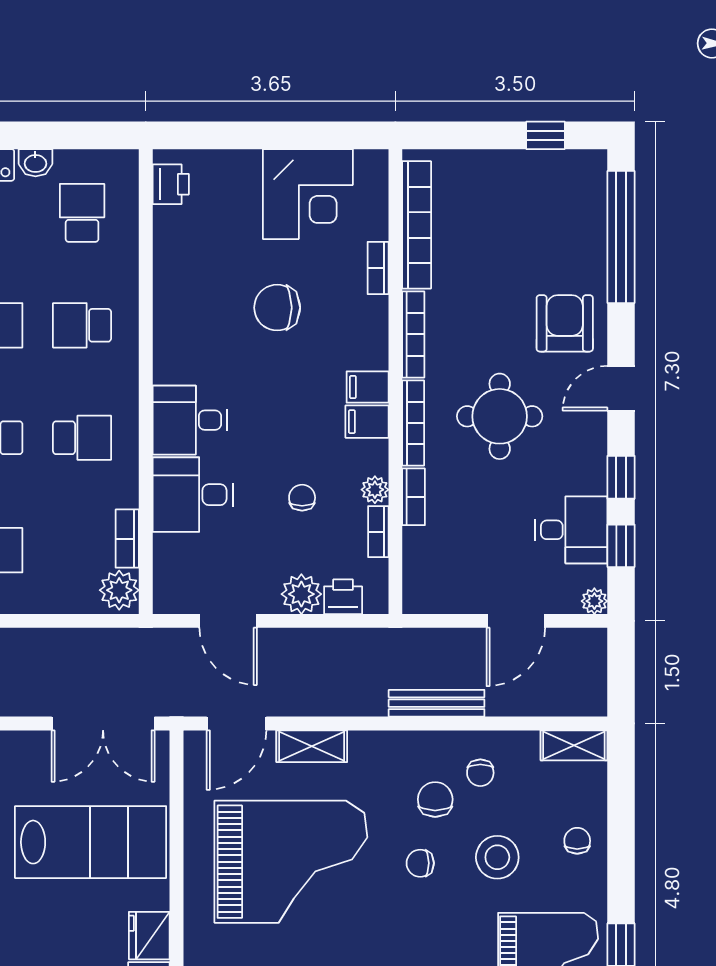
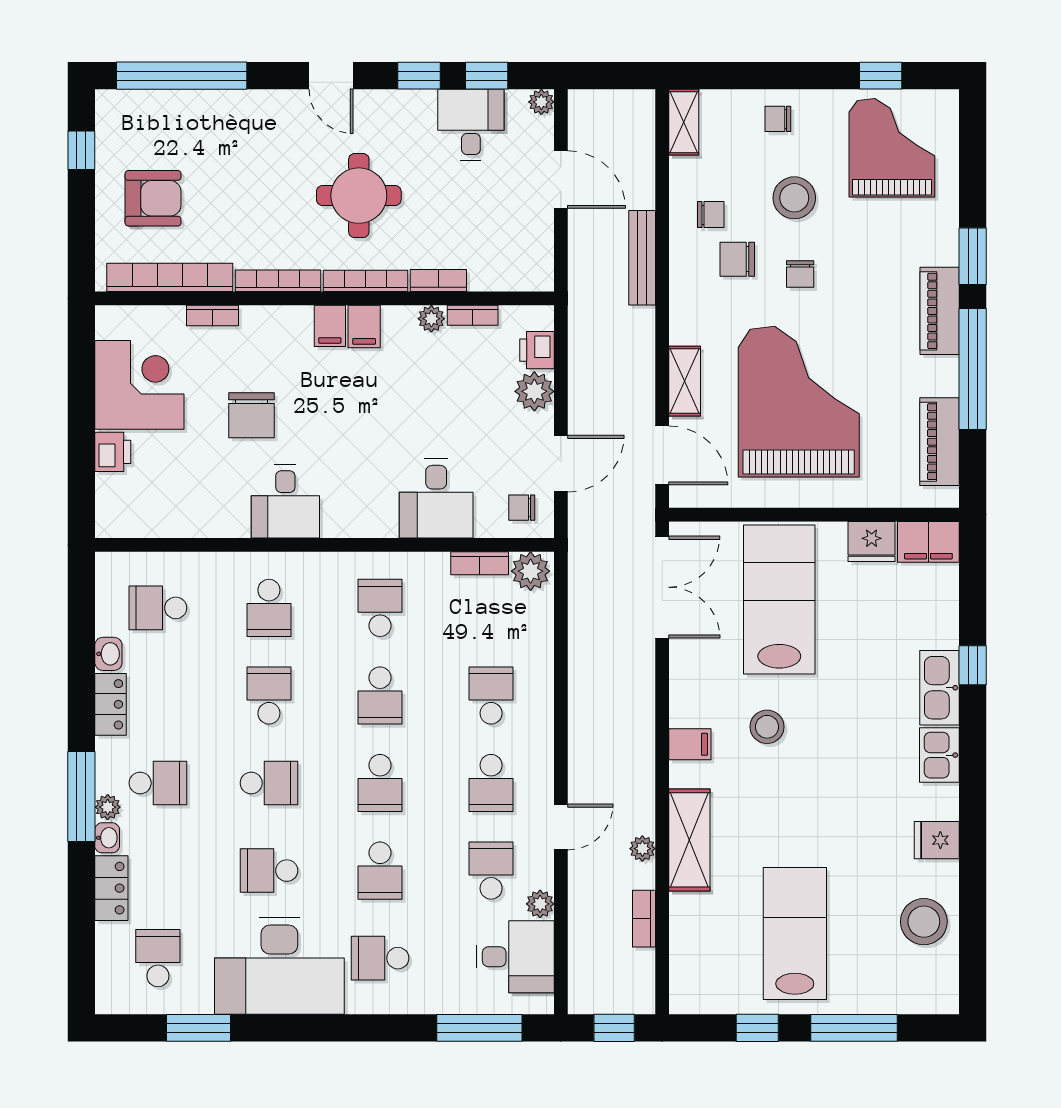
printer: (171, 184) -> (113, 452), moved, turned 90
armchair: (565, 323) -> (153, 198), moved, turned 180
desk: (190, 420) -> (285, 501), moved
chair: (302, 498) -> (522, 508), moved

